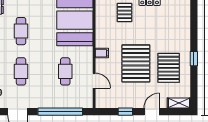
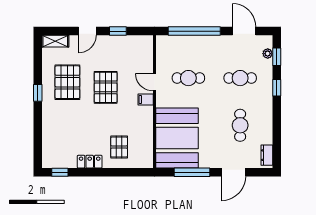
pallet: (136, 63) -> (106, 87), width x0.73, depth x0.71
cafe table: (21, 71) -> (240, 78), turned 90
cafe table: (65, 71) -> (188, 78), turned 90
door: (94, 81) -> (155, 82), moved

